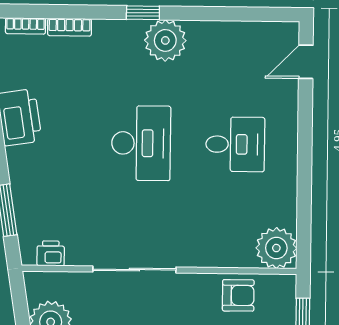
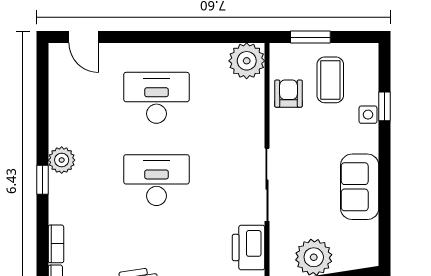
plant: (165, 40) -> (62, 160), width x0.73, depth x0.73
desk: (235, 144) -> (156, 98), width x1.37
printer: (51, 253) -> (249, 248), width x1.87, depth x1.48

